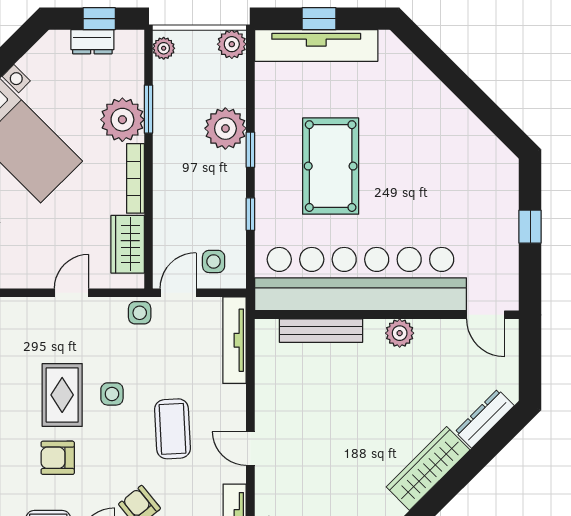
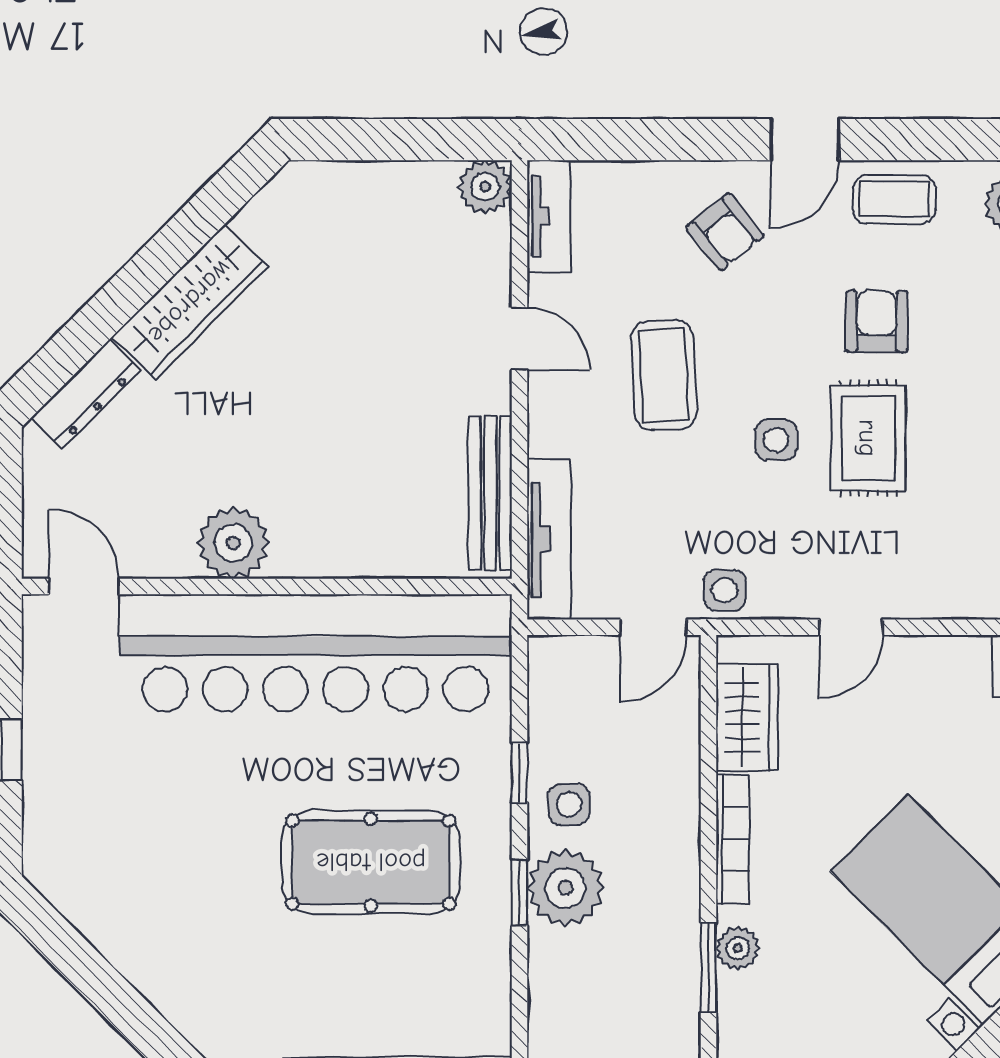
plant: (122, 120) -> (738, 948), width x0.53, depth x0.53
plant: (225, 128) -> (566, 888), moved
pool table: (331, 166) -> (371, 862), turned 90
side table: (214, 261) -> (569, 804), moved
bench: (321, 331) -> (490, 493), moved, turned 90
plant: (400, 333) -> (233, 543), width x1.36, depth x1.36
armchair: (58, 458) -> (877, 321), turned -90

